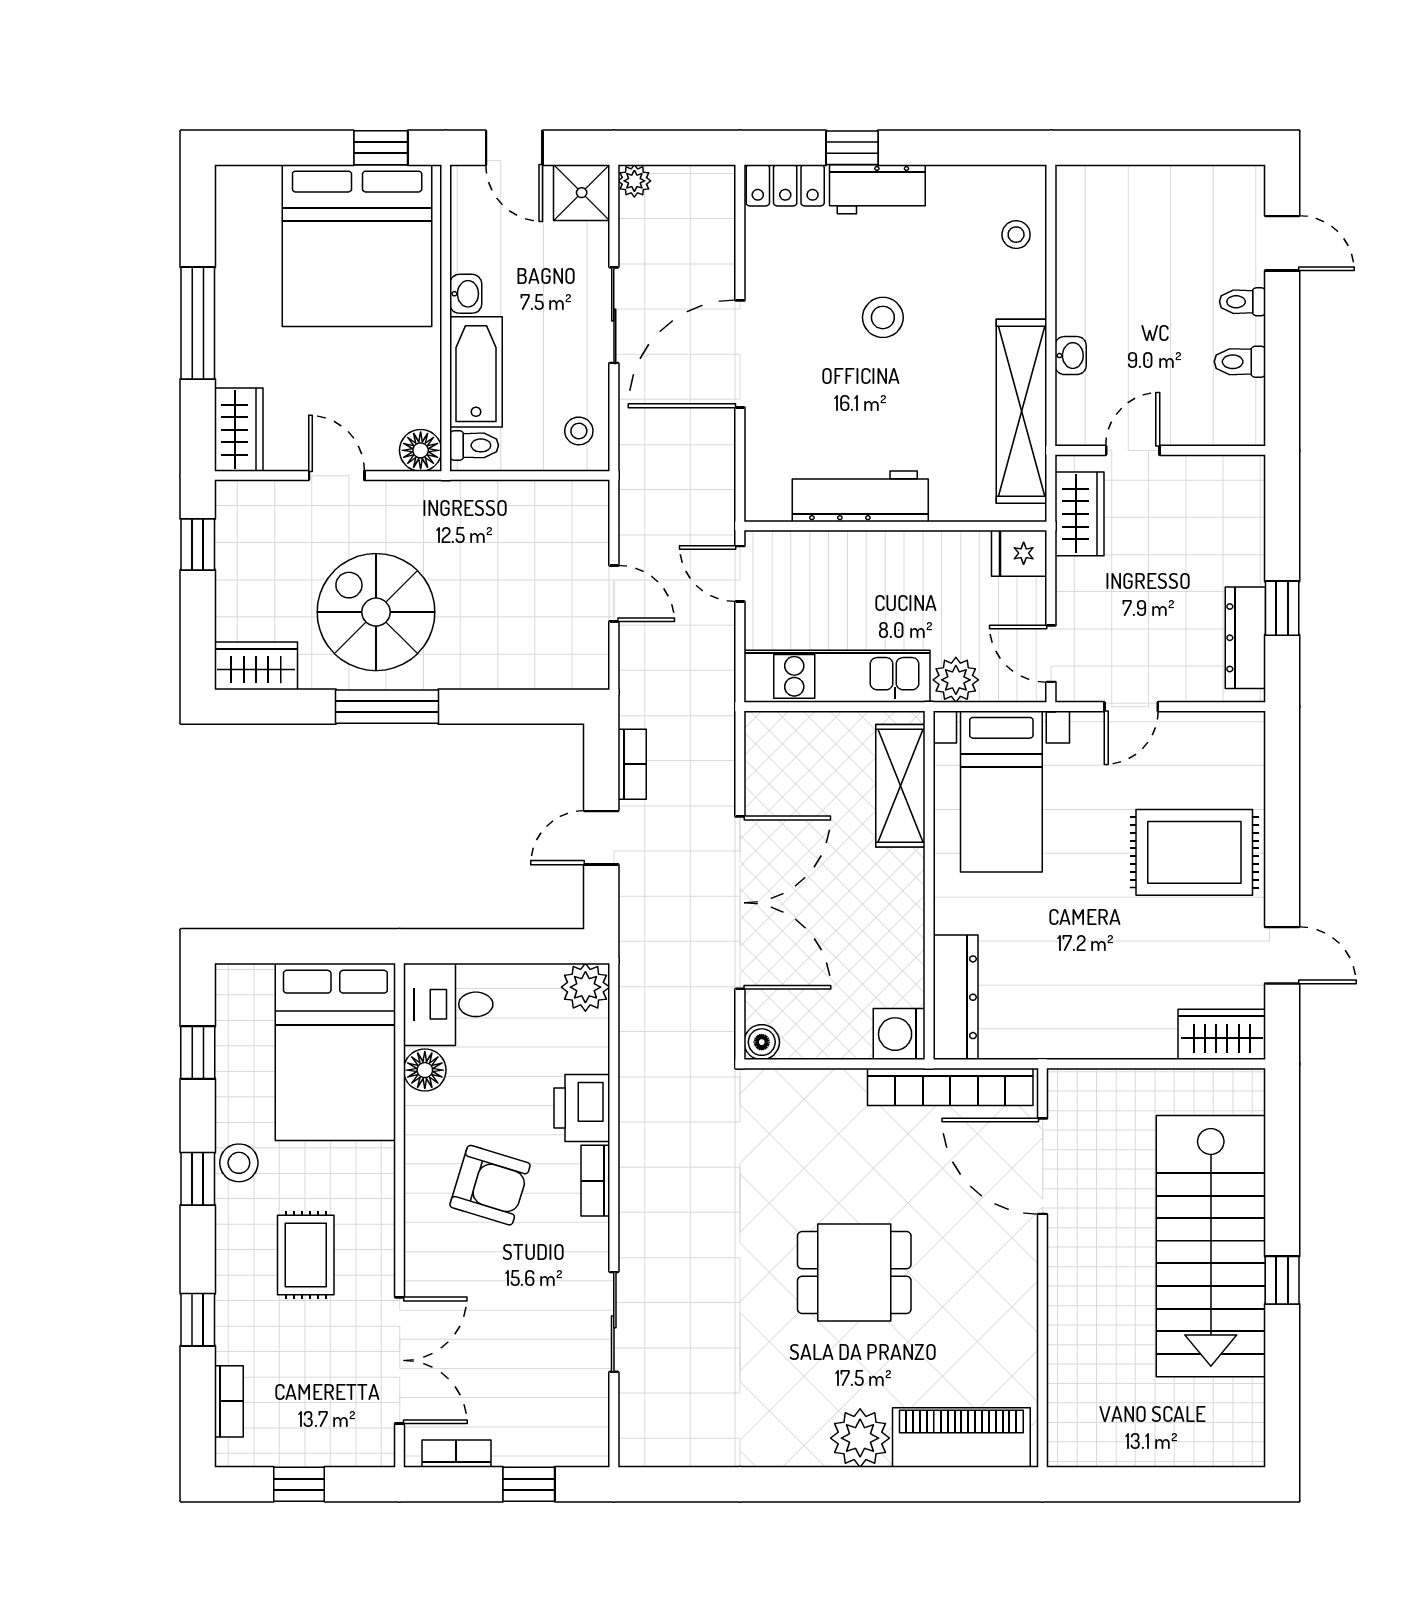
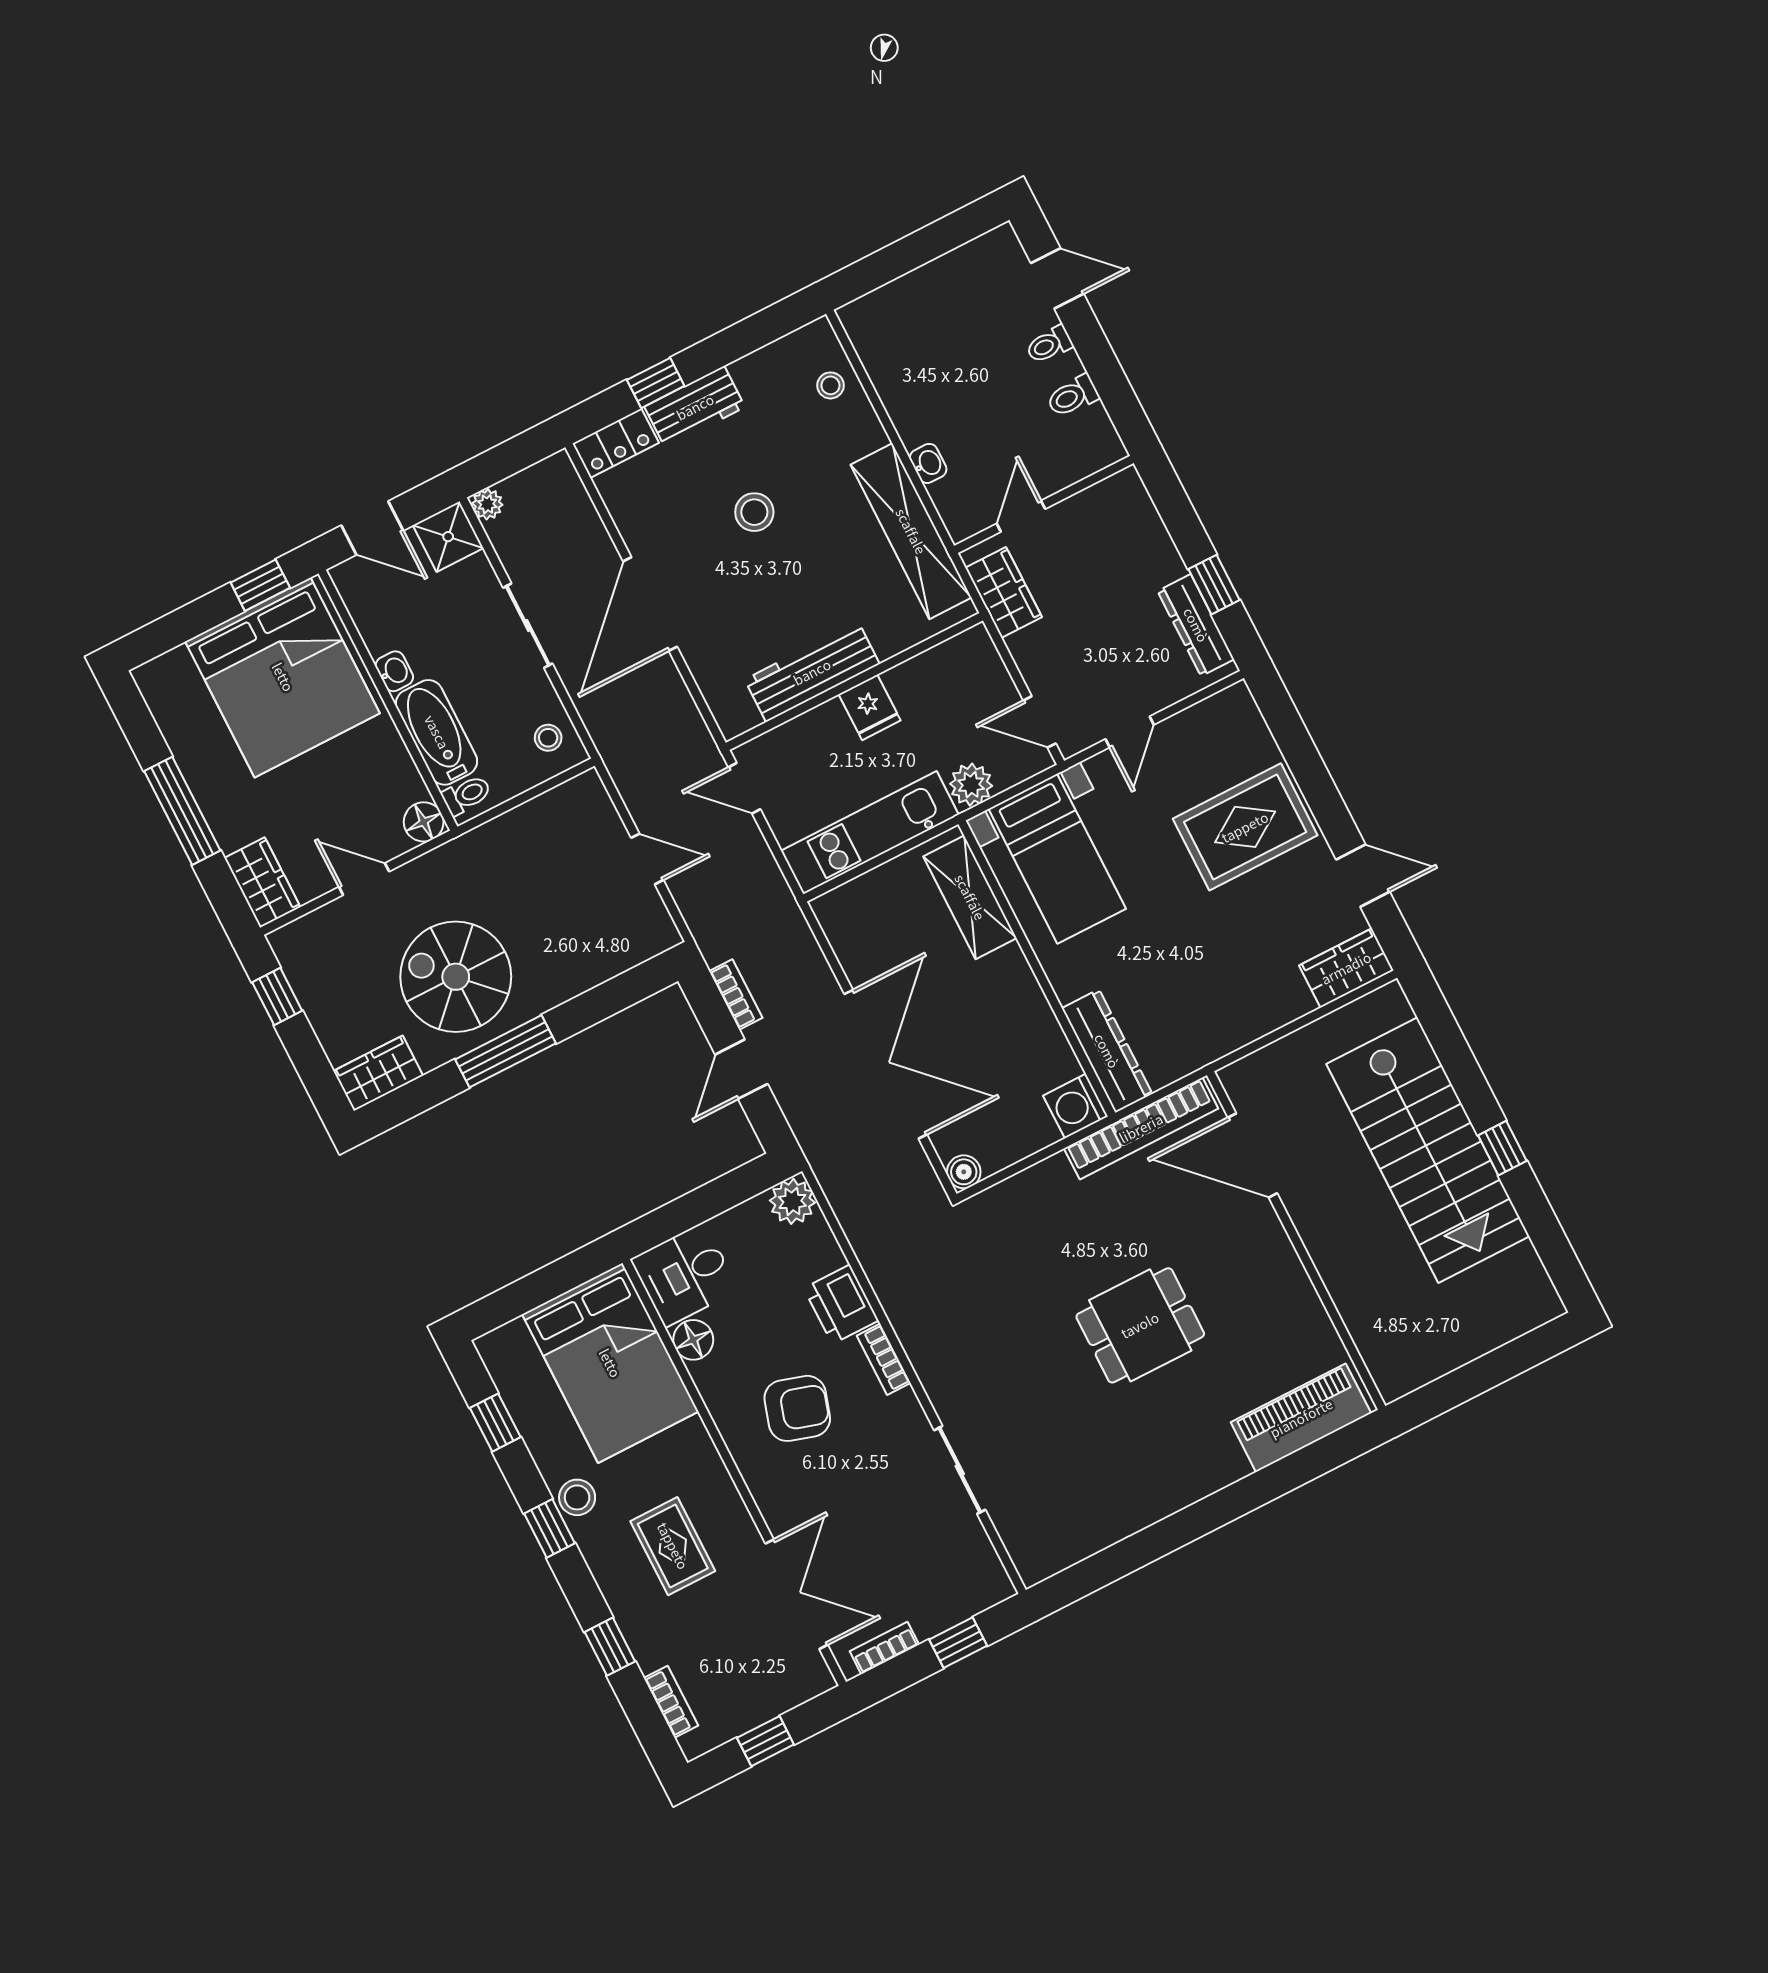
fridge: (1019, 553) -> (870, 707), moved, turned -90
plant: (860, 1438) -> (1216, 1462), removed

